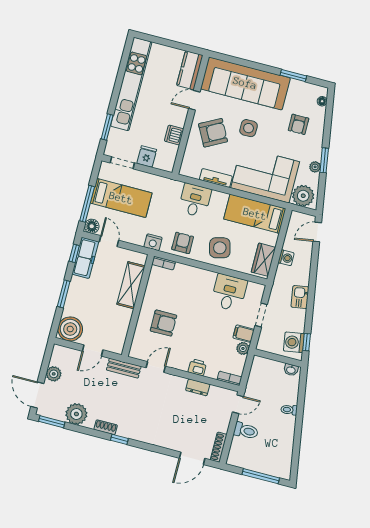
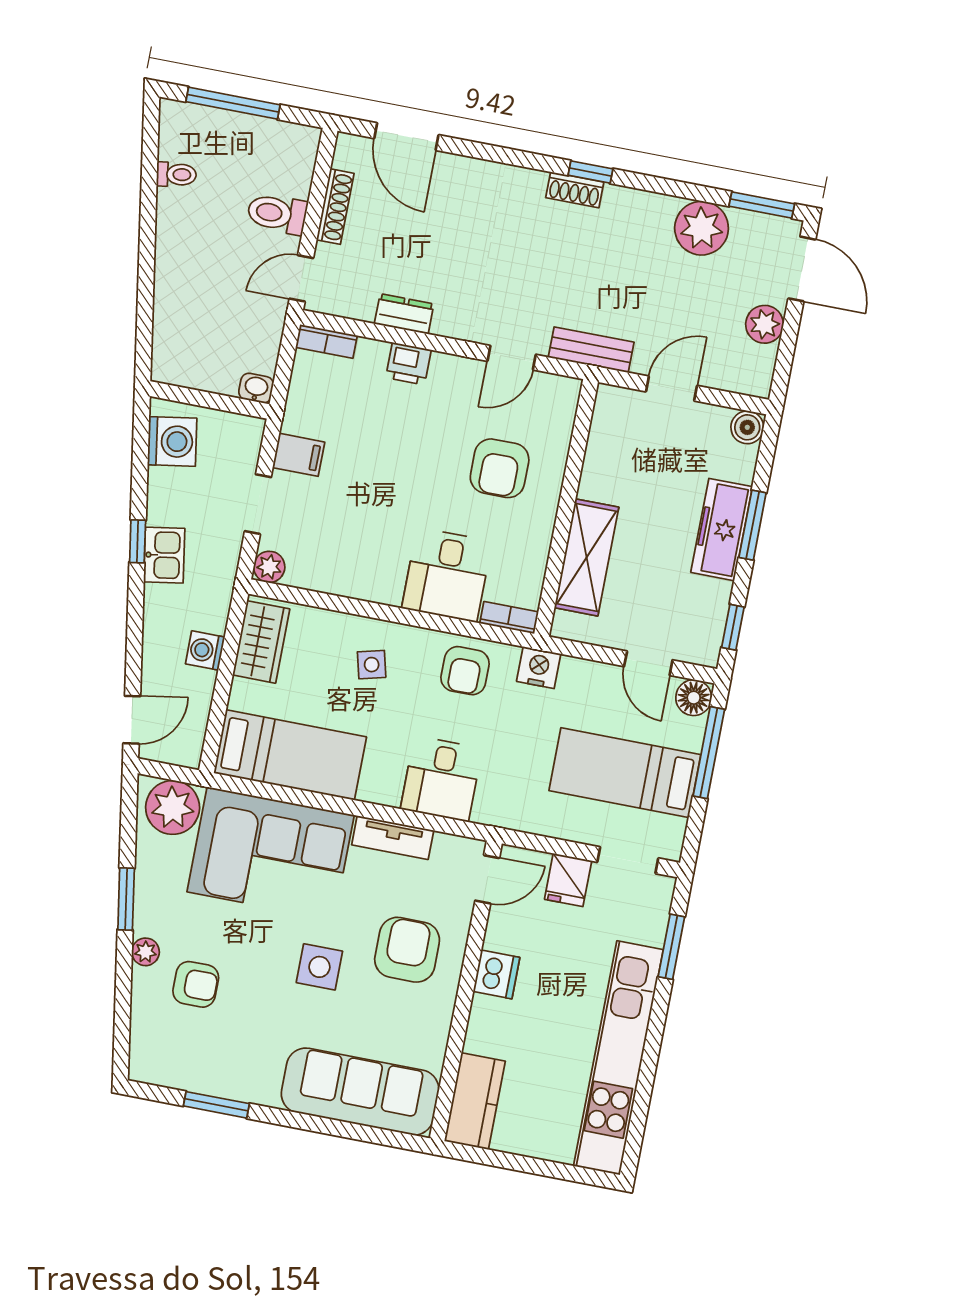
sofa: (245, 83) -> (360, 1092), width x0.74, depth x0.79
door: (194, 100) -> (487, 879), moved
floor lamp: (322, 101) -> (141, 1046), removed
armchair: (298, 124) -> (196, 984), turned 90
armchair: (213, 133) -> (407, 950), turned 118
dishwasher: (174, 135) -> (496, 974), moved
plant: (315, 167) -> (145, 952), moved
side table: (220, 248) -> (372, 665), width x0.54, depth x0.54
freezer: (85, 258) -> (722, 530), moved
desk: (229, 293) -> (447, 575), moved
armchair: (163, 323) -> (500, 468), turned -90
boiler: (70, 329) -> (747, 427), width x0.54, depth x0.54
window: (307, 342) -> (138, 541), moved
plant: (243, 348) -> (269, 567), moved
washbasin: (291, 370) -> (256, 388), moved
toilet: (289, 410) -> (176, 174), moved
shoe rack: (106, 427) -> (575, 190), moved
shoe rack: (219, 447) -> (335, 207), moved
door: (192, 458) -> (406, 137), swing flipped

